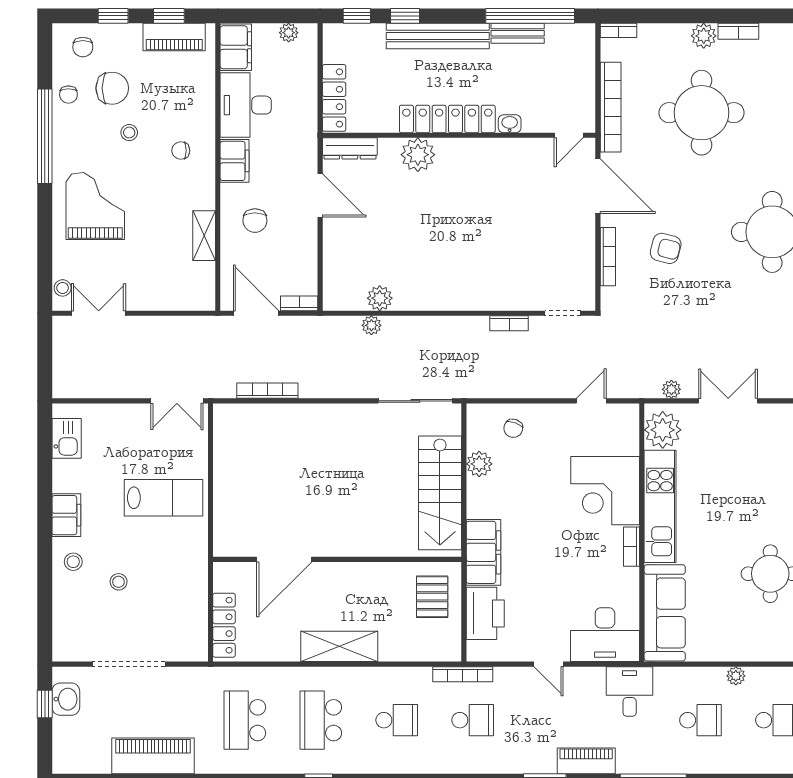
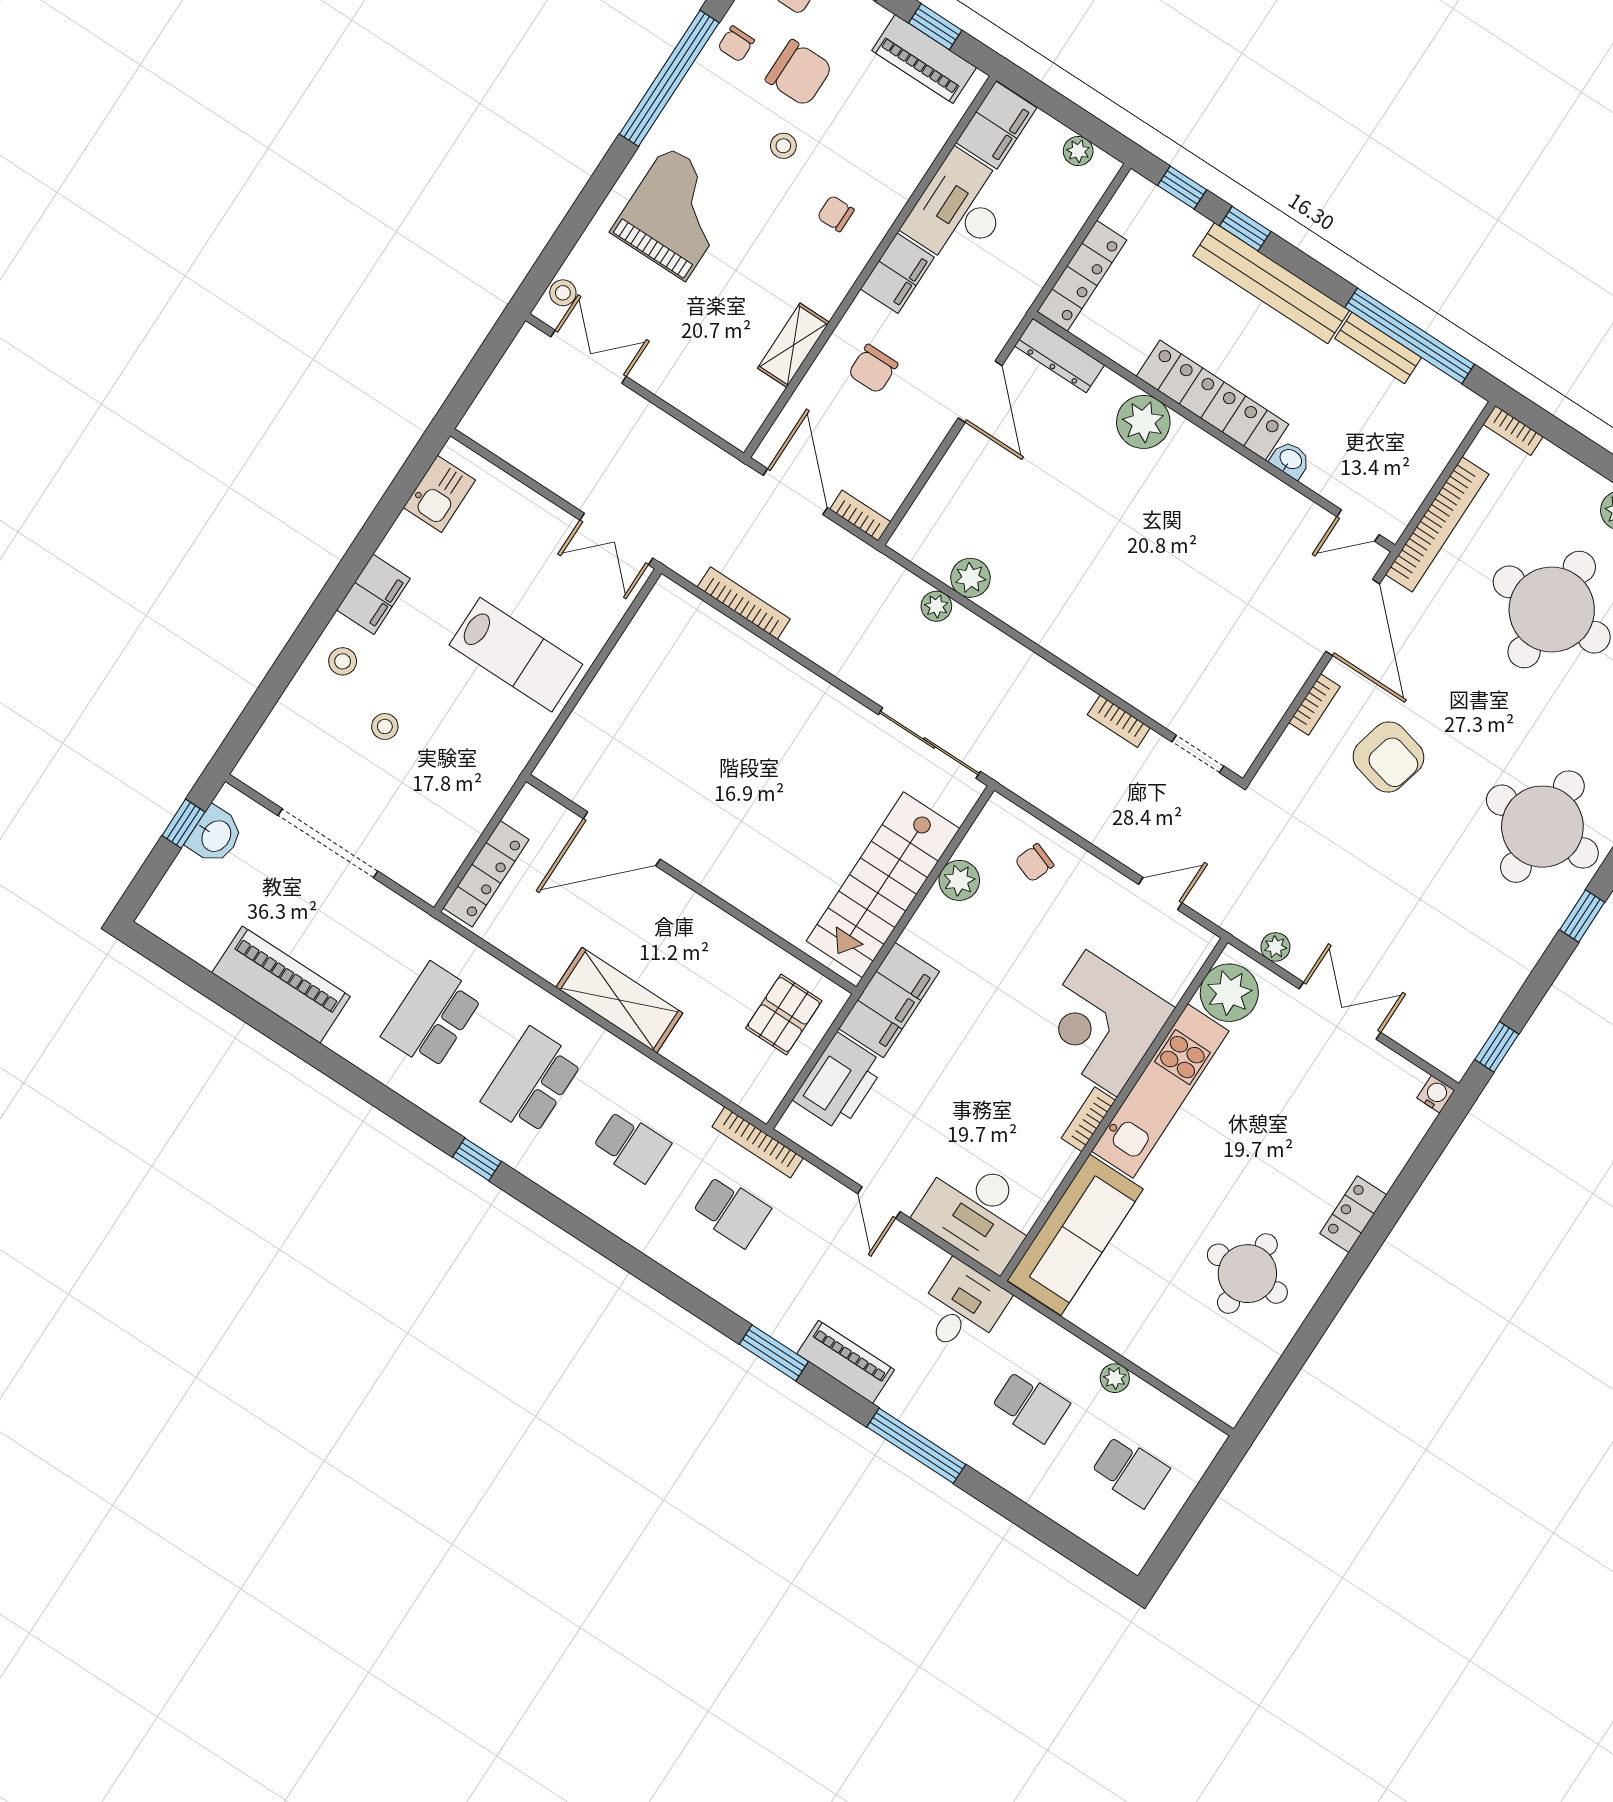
armchair: (666, 248) -> (1388, 757), width x1.38, depth x1.38
bookcase: (608, 257) -> (1315, 705), width x0.64

